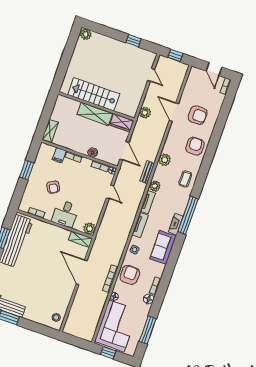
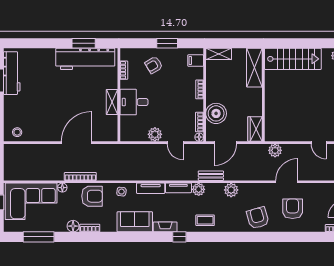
door: (151, 75) -> (319, 143), hinge flipped
stairs: (94, 94) -> (293, 59), moved, turned 90
shelving: (95, 114) -> (254, 68), moved
armchair: (198, 115) -> (293, 209), turned 180
armchair: (195, 146) -> (258, 218), turned -106
boiler: (93, 153) -> (216, 113), width x1.86, depth x1.86
filing cabinet: (59, 155) -> (196, 61), moved
coffee table: (185, 179) -> (205, 220), moved
armchair: (53, 187) -> (154, 65), moved
door: (110, 192) -> (175, 143), hinge flipped
window: (188, 215) -> (179, 237), width x0.32
plant: (89, 229) -> (155, 134), moved
shelving: (81, 239) -> (112, 102), moved

